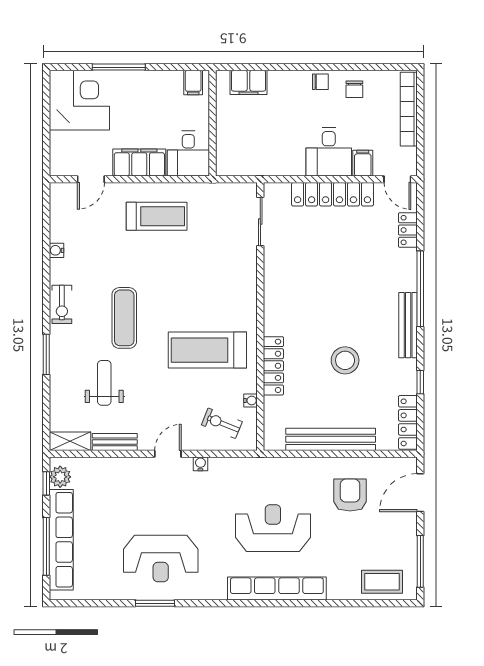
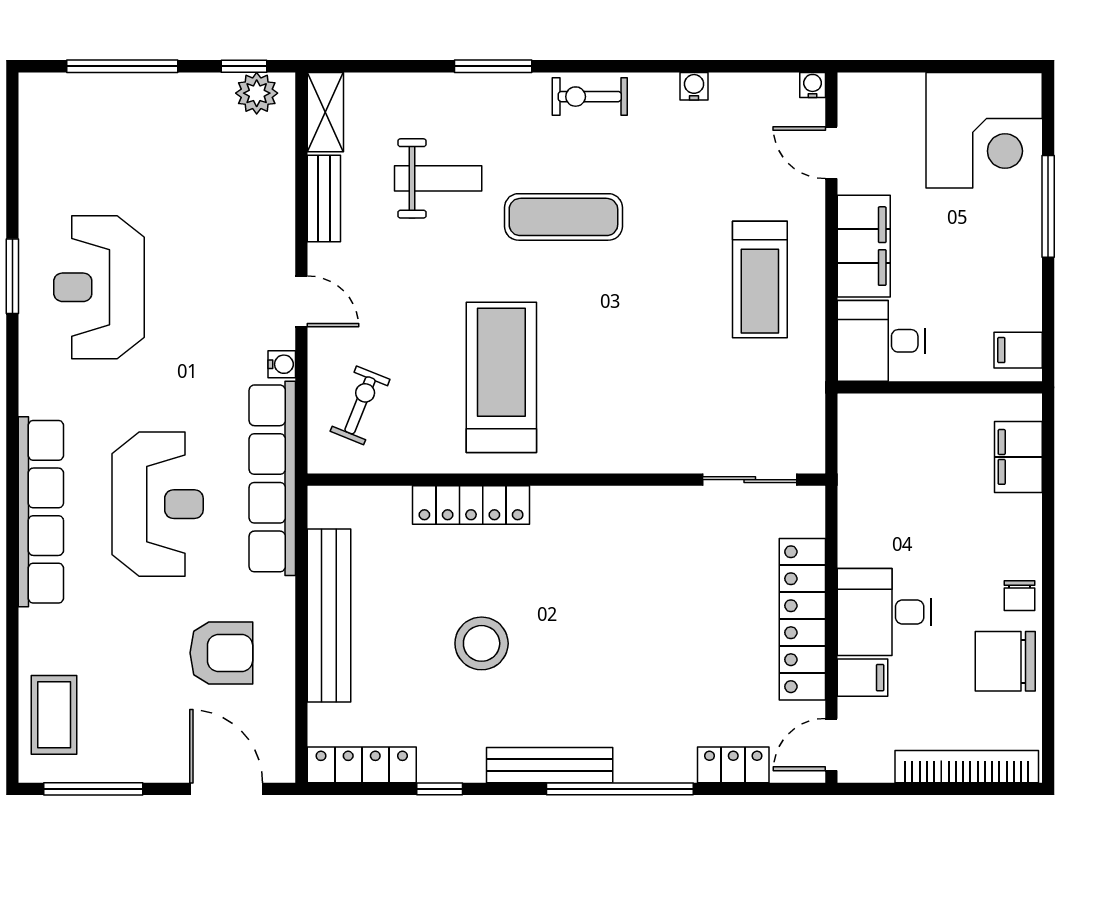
chair: (354, 89) -> (1005, 661), width x1.87, depth x1.87
water cooler: (251, 400) -> (813, 85), moved, turned 180
row of seats: (61, 540) -> (272, 478), moved, turned 90

